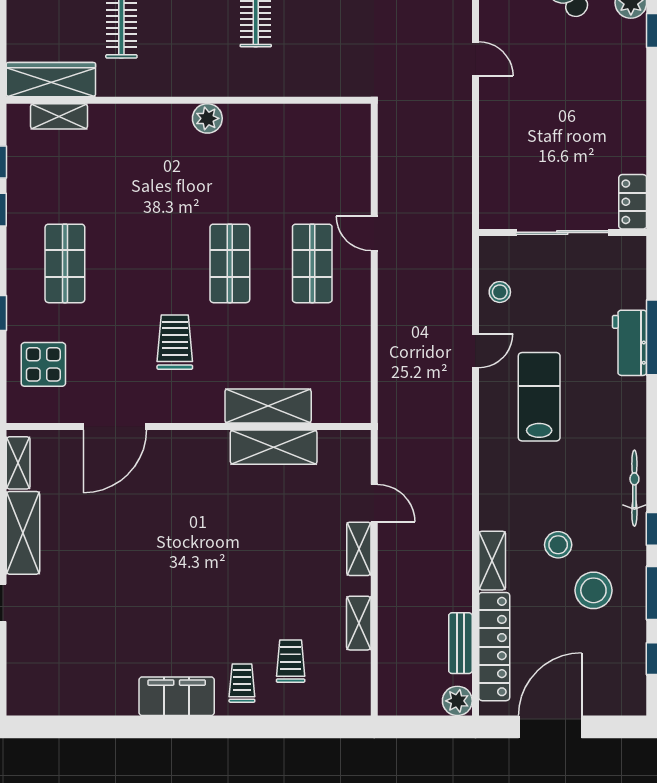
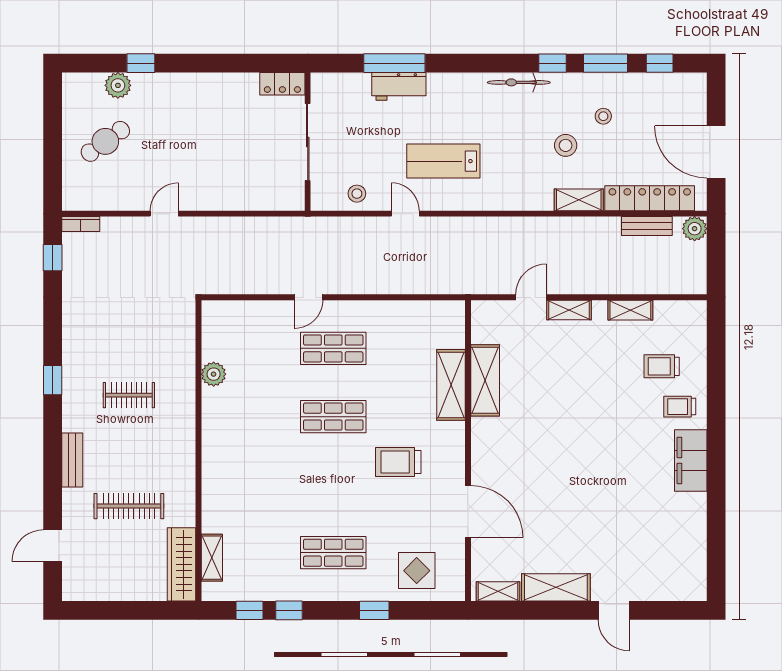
plant: (207, 118) -> (214, 374), moved
stool: (593, 590) -> (603, 116), width x0.53, depth x0.53

